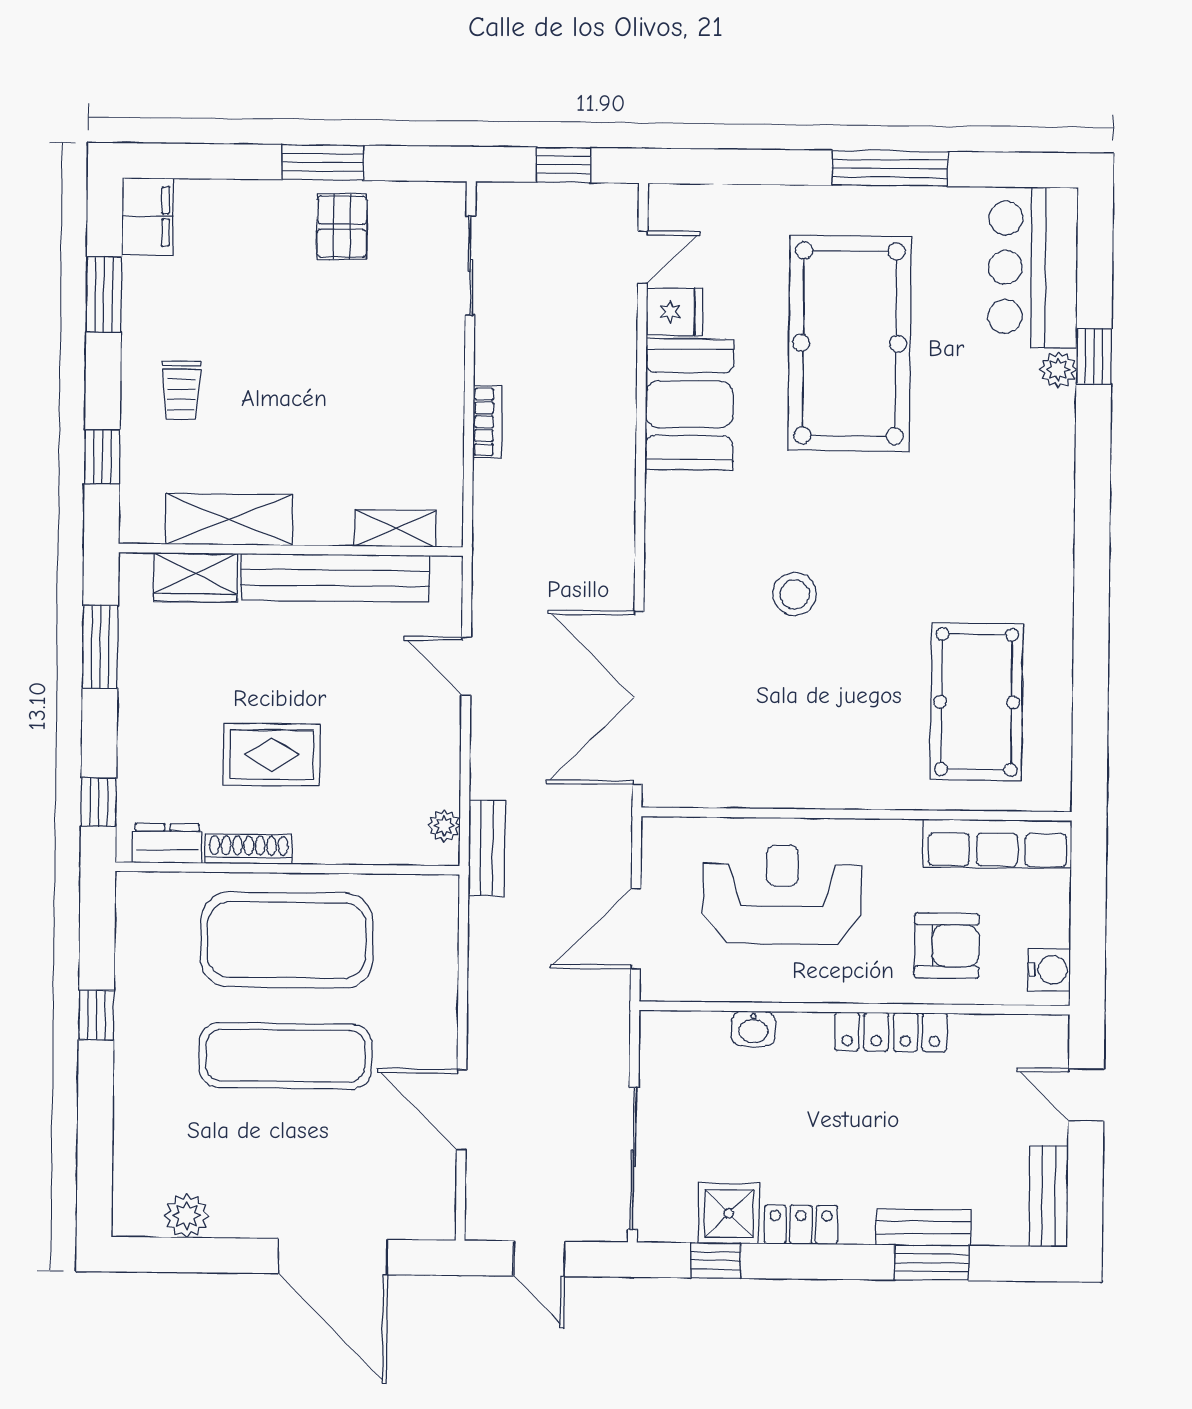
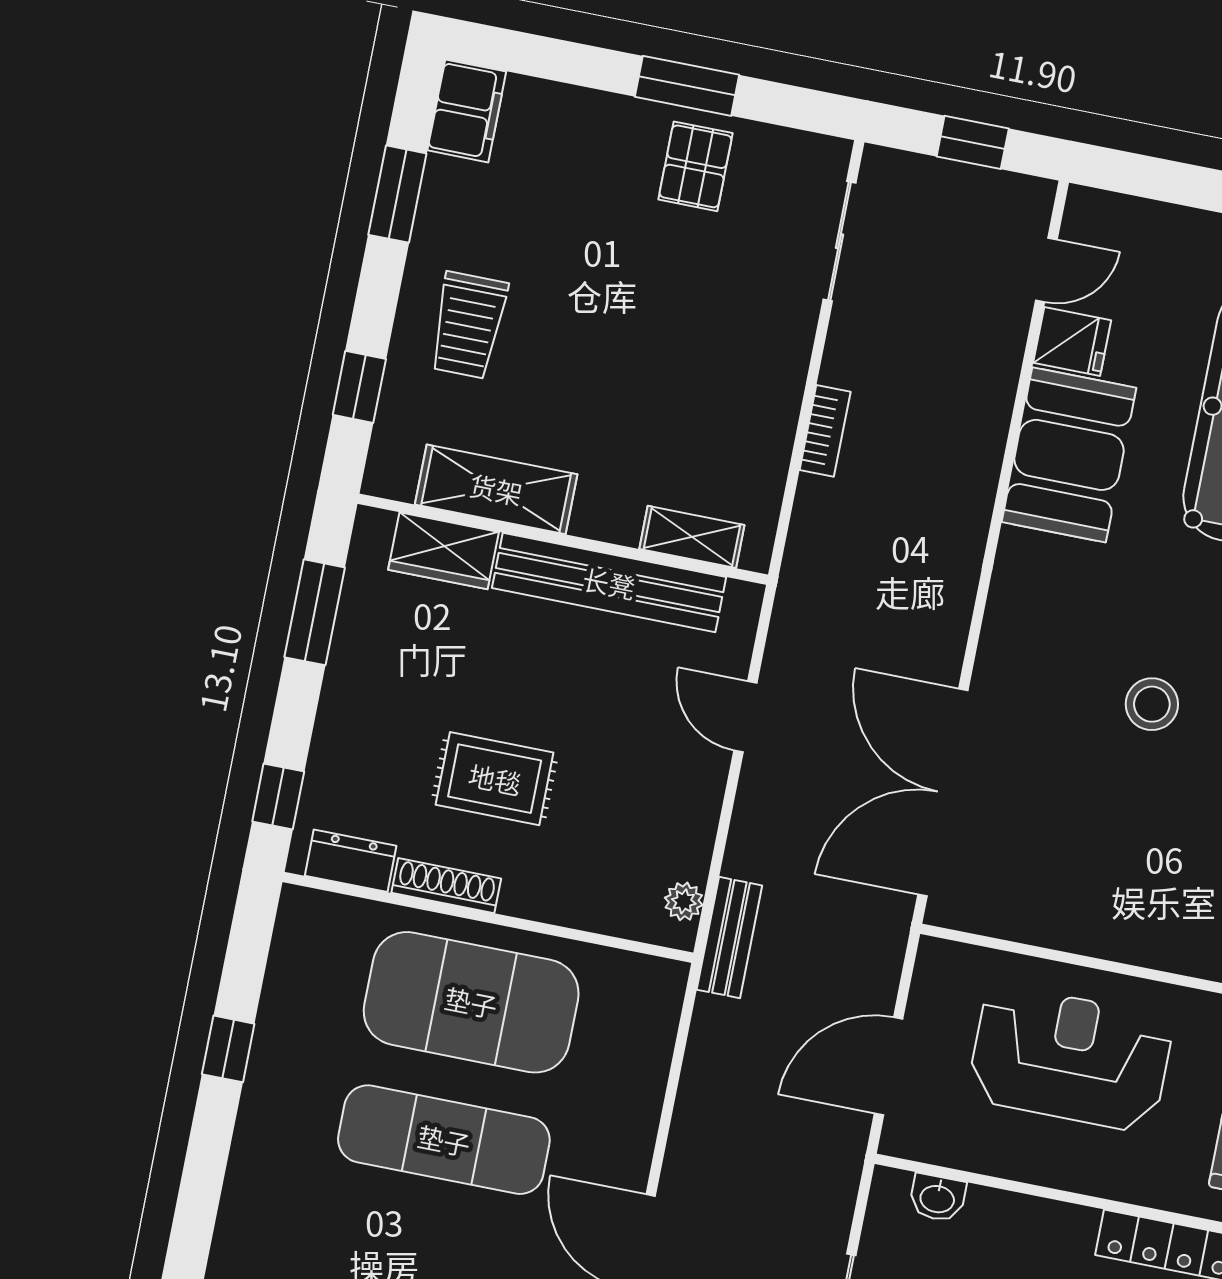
trolley: (181, 390) -> (468, 325), width x1.36, depth x1.39
washbasin: (753, 1029) -> (937, 1198), moved

